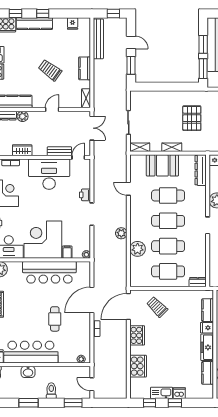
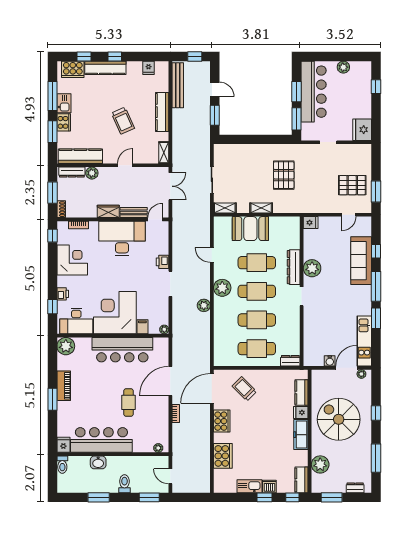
kitchen counter: (85, 68) -> (162, 112), width x1.50
trolley: (50, 70) -> (123, 121), turned -150
wardrobe: (22, 150) -> (108, 211), moved
dresser: (201, 170) -> (294, 267), moved
plant: (138, 249) -> (222, 288), moved
kitchen counter: (208, 373) -> (302, 480), moved
window: (150, 403) -> (292, 497), moved

